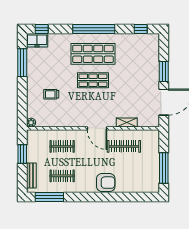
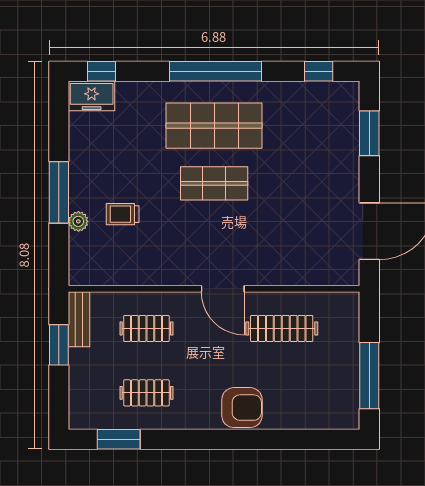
window: (22, 63) -> (59, 192), moved
window: (164, 71) -> (369, 133), moved
shelving: (127, 122) -> (288, 276), removed
plant: (31, 123) -> (78, 221), moved
bench: (31, 176) -> (79, 319), moved
window: (49, 197) -> (119, 439), width x0.69

